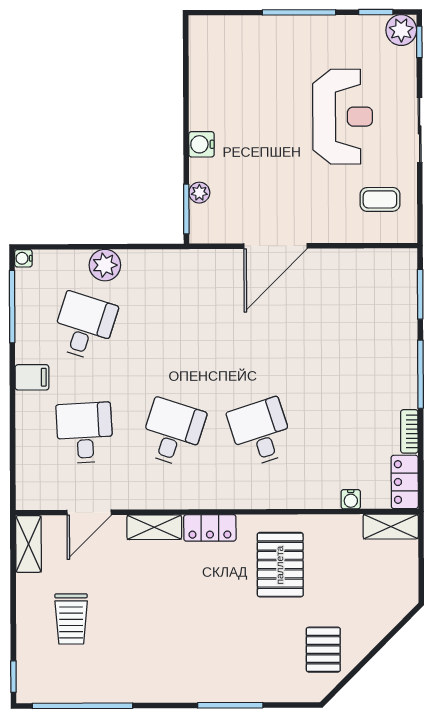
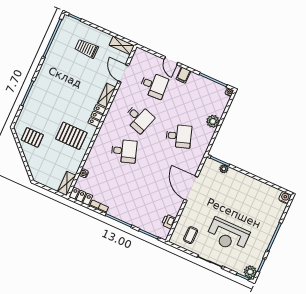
water cooler: (201, 144) -> (285, 197), moved
printer: (372, 262) -> (169, 221), added
desk: (84, 326) -> (179, 136), moved, turned -36
door: (13, 419) -> (171, 61), added

